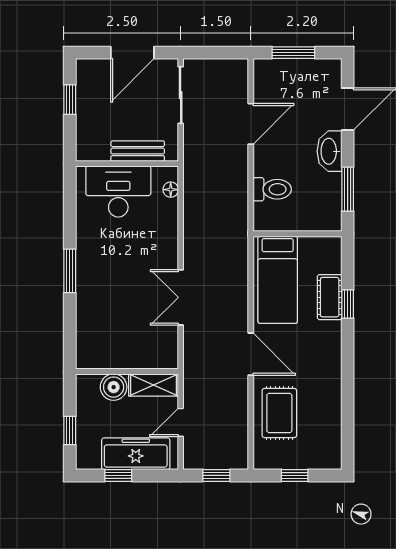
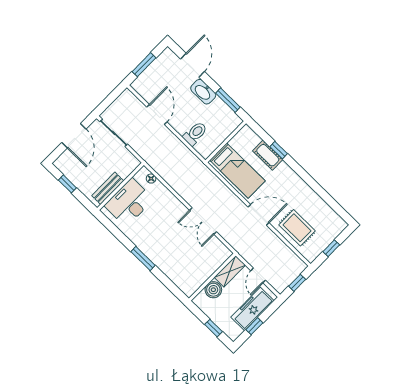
bench: (138, 151) -> (108, 188), moved

